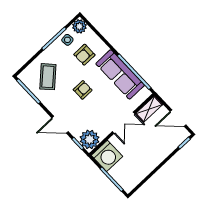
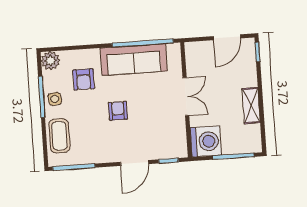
side table: (67, 40) -> (55, 99), moved
coffee table: (48, 77) -> (59, 136), moved, turned 43
shelving: (149, 109) -> (251, 106), moved
plant: (90, 139) -> (174, 145), removed

